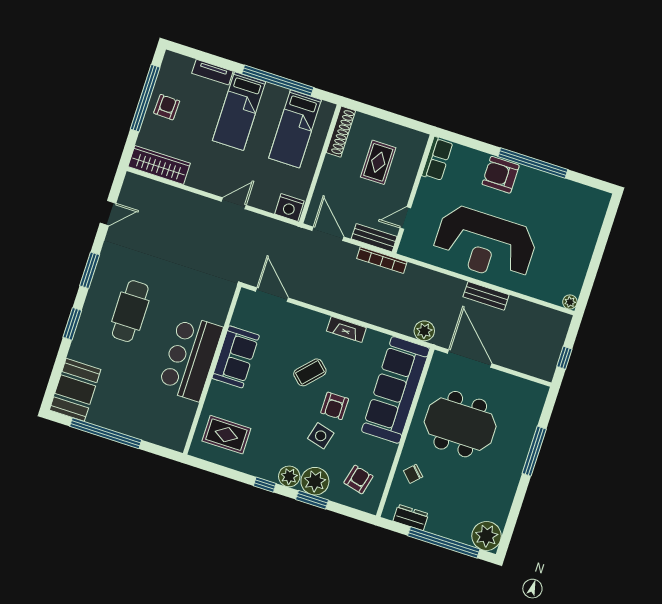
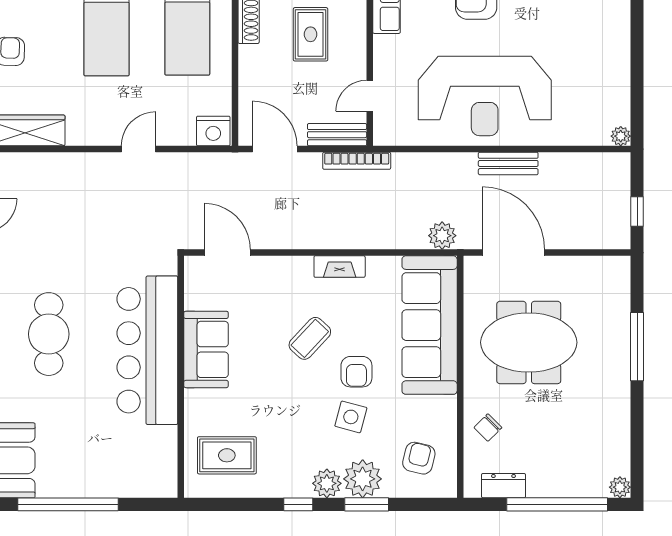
bar counter: (190, 358) -> (147, 350), width x1.36
plant: (487, 536) -> (620, 487), width x0.53, depth x0.53

